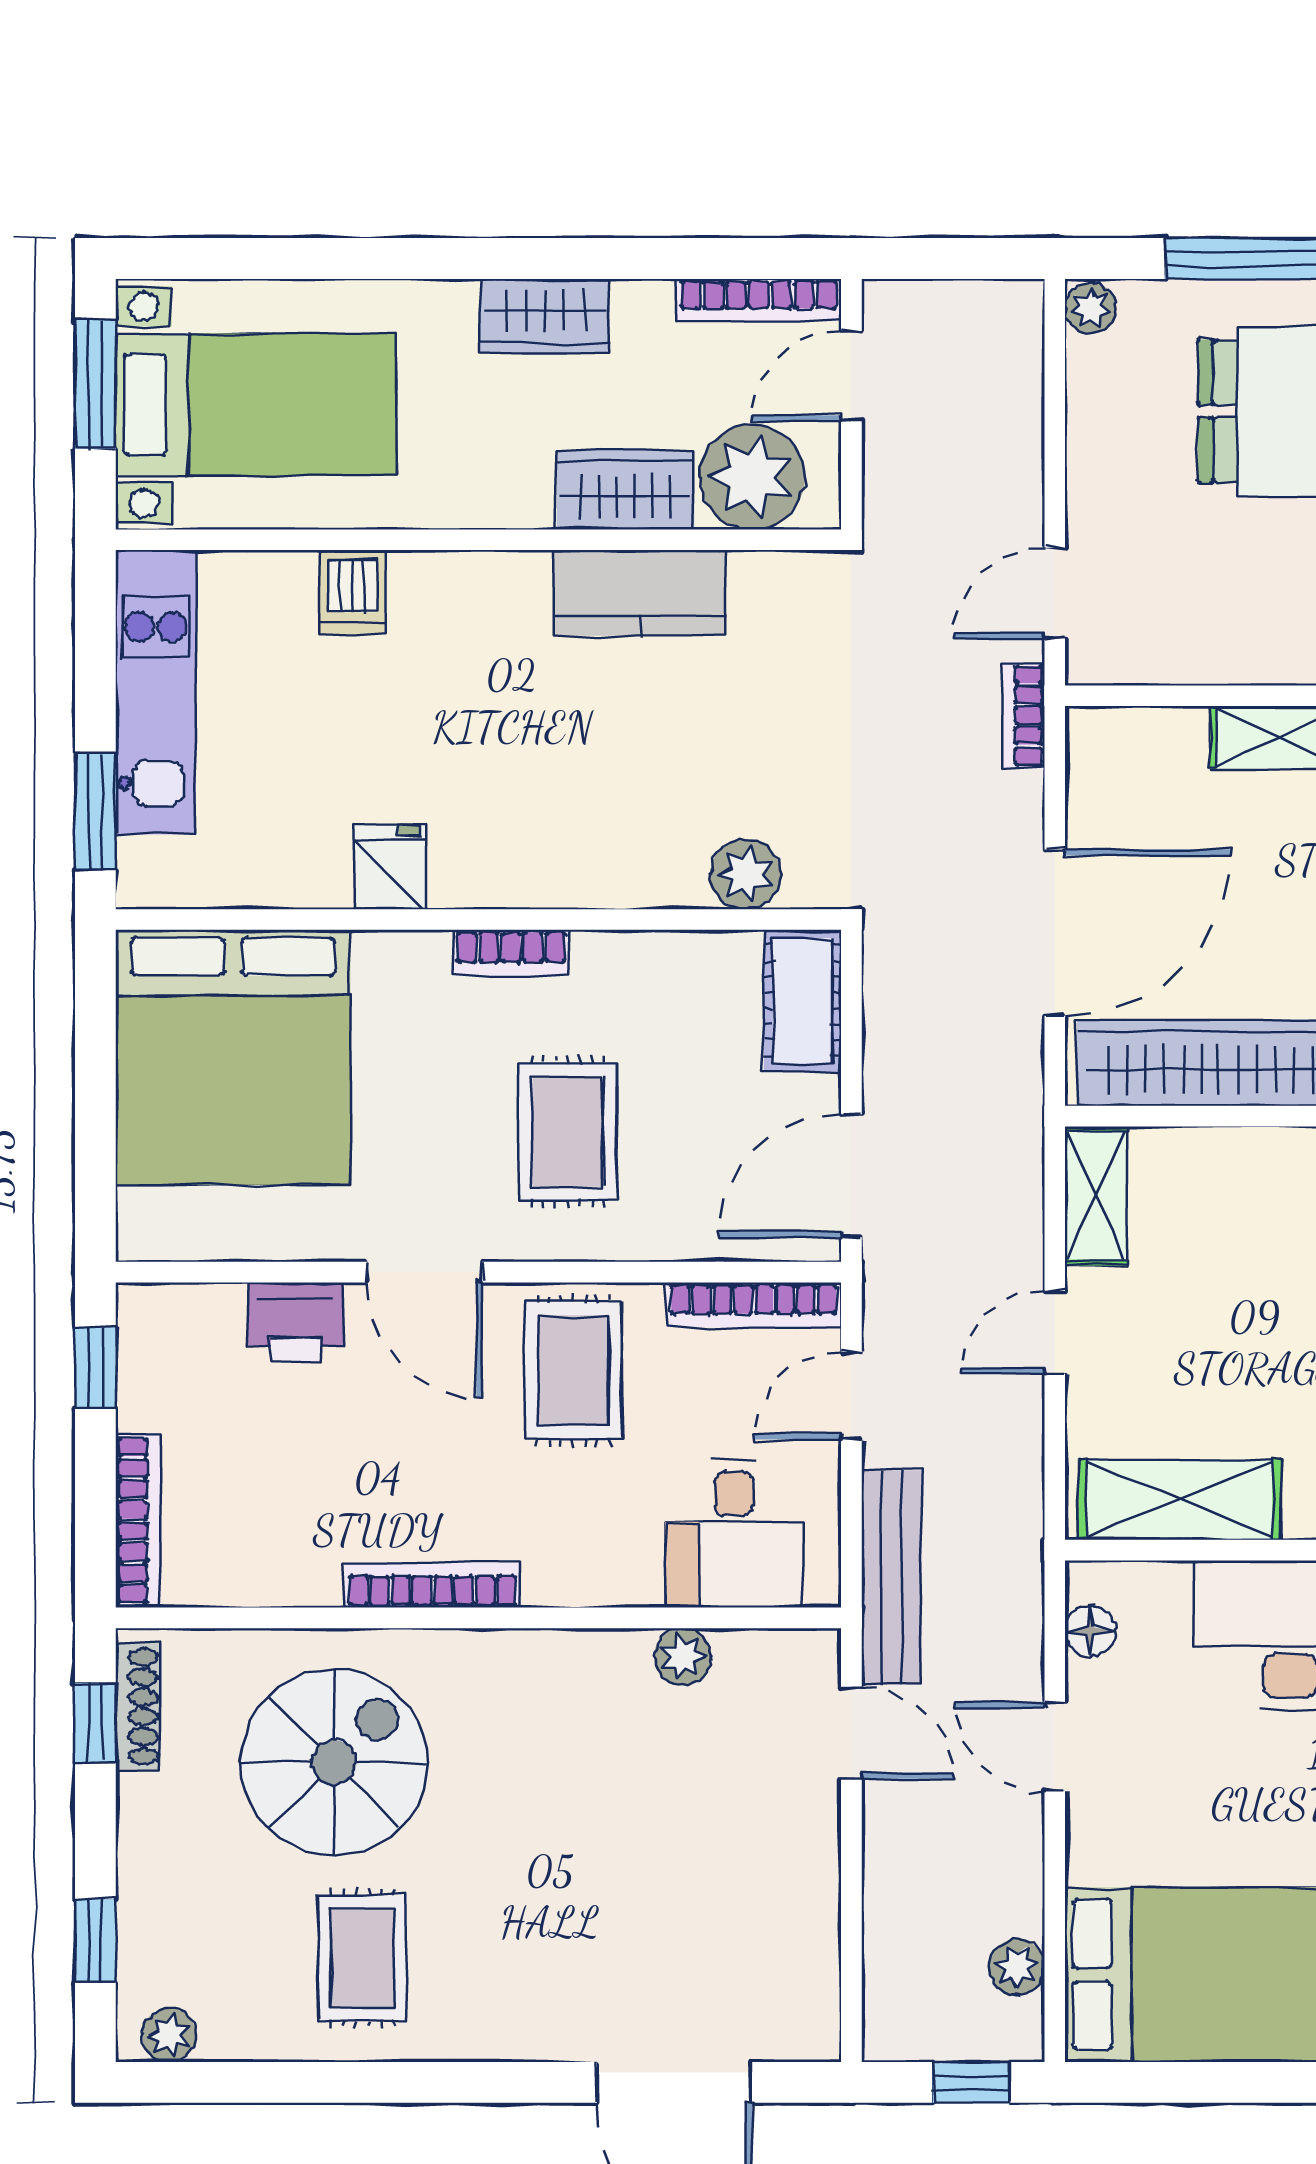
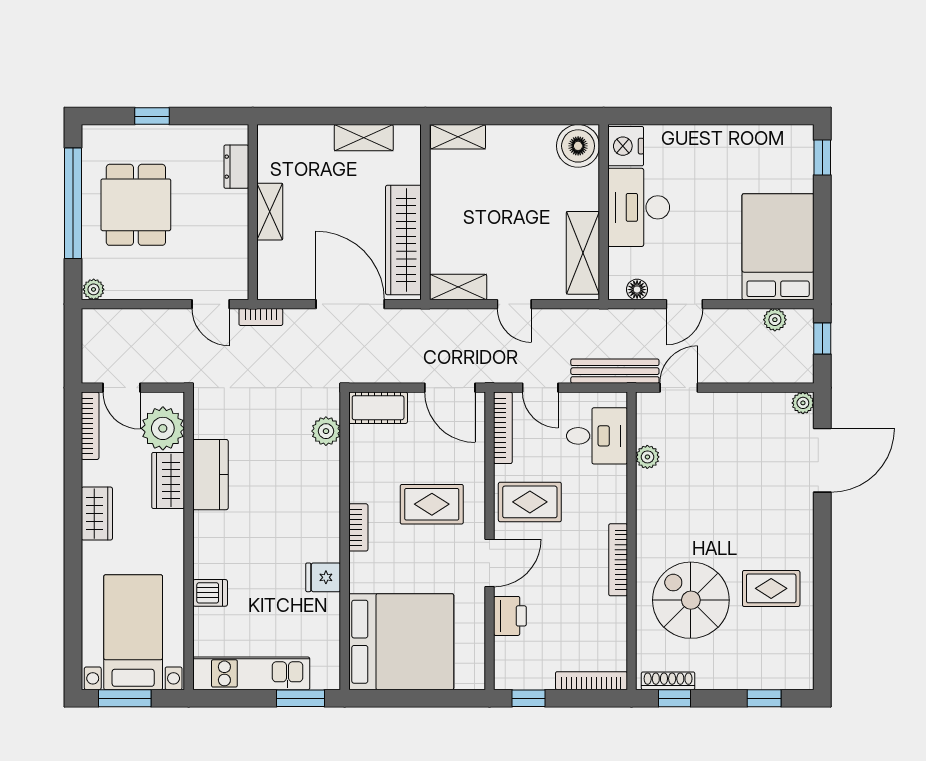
plant: (169, 2035) -> (803, 403), moved

